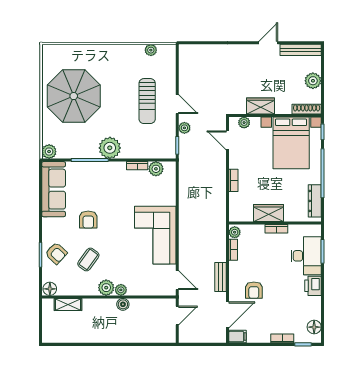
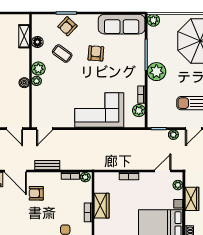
armchair: (88, 220) -> (96, 53), turned 94
corner sofa: (155, 235) -> (99, 110), moved
floor lamp: (50, 289) -> (37, 42), moved

